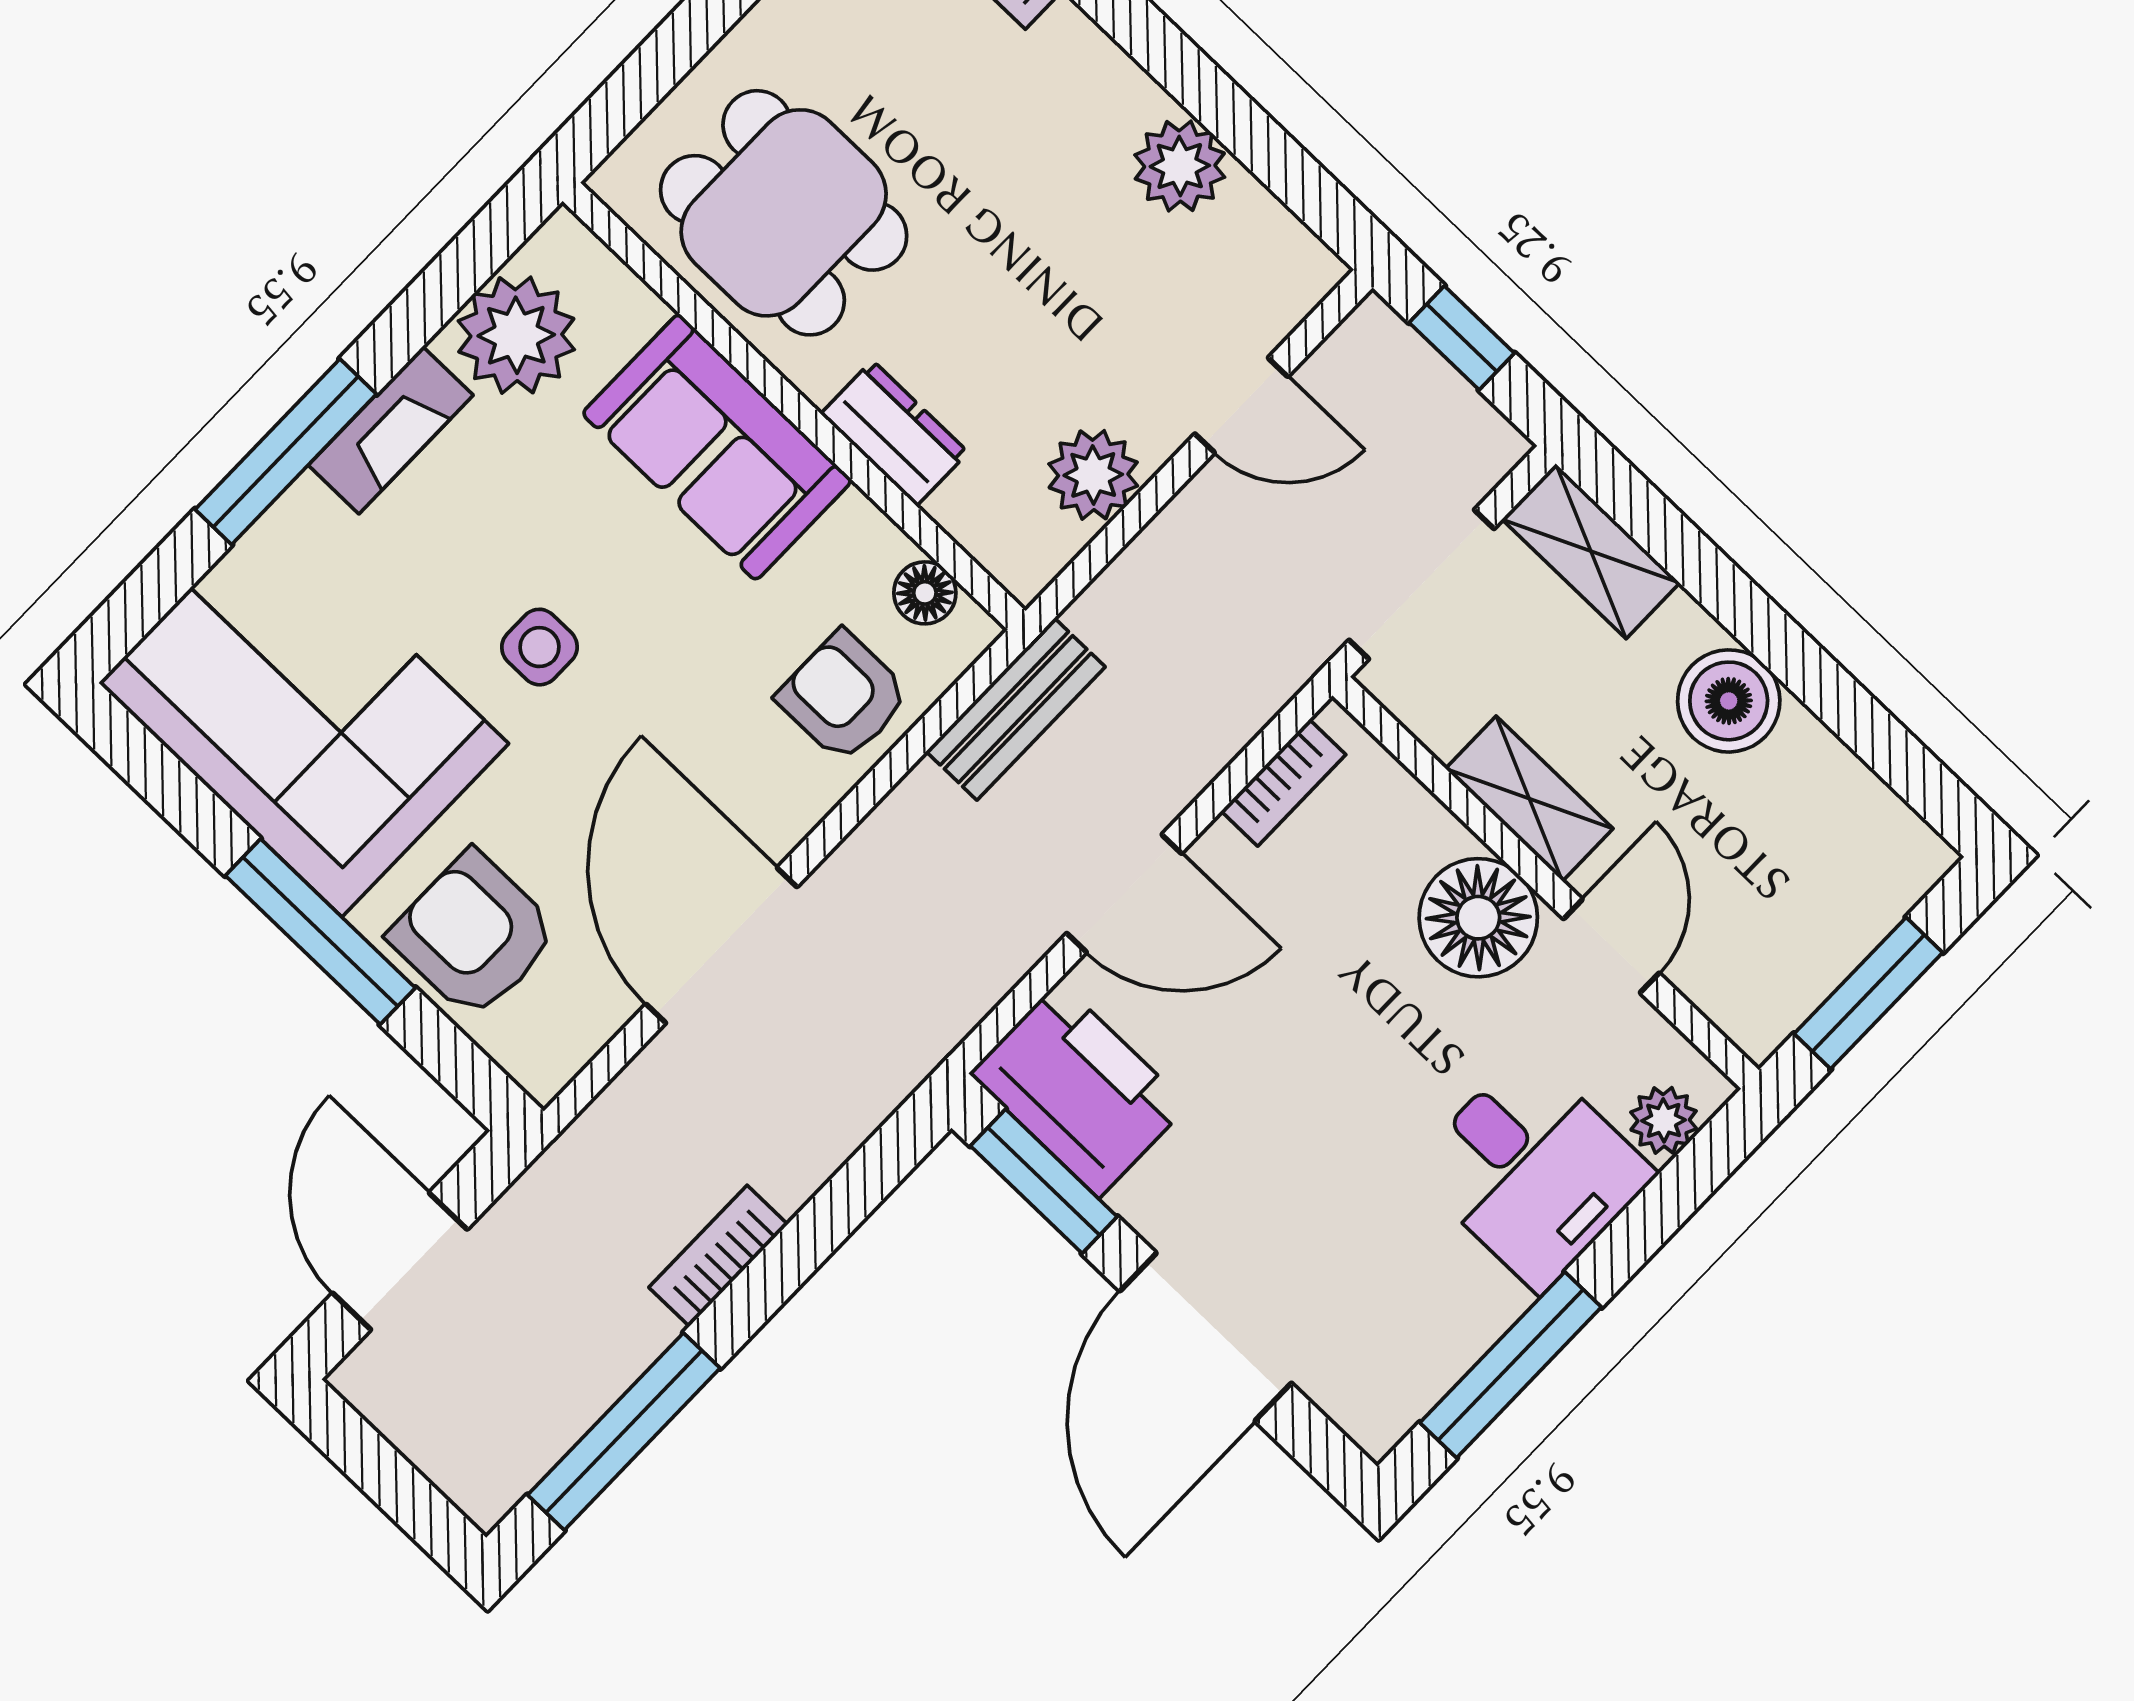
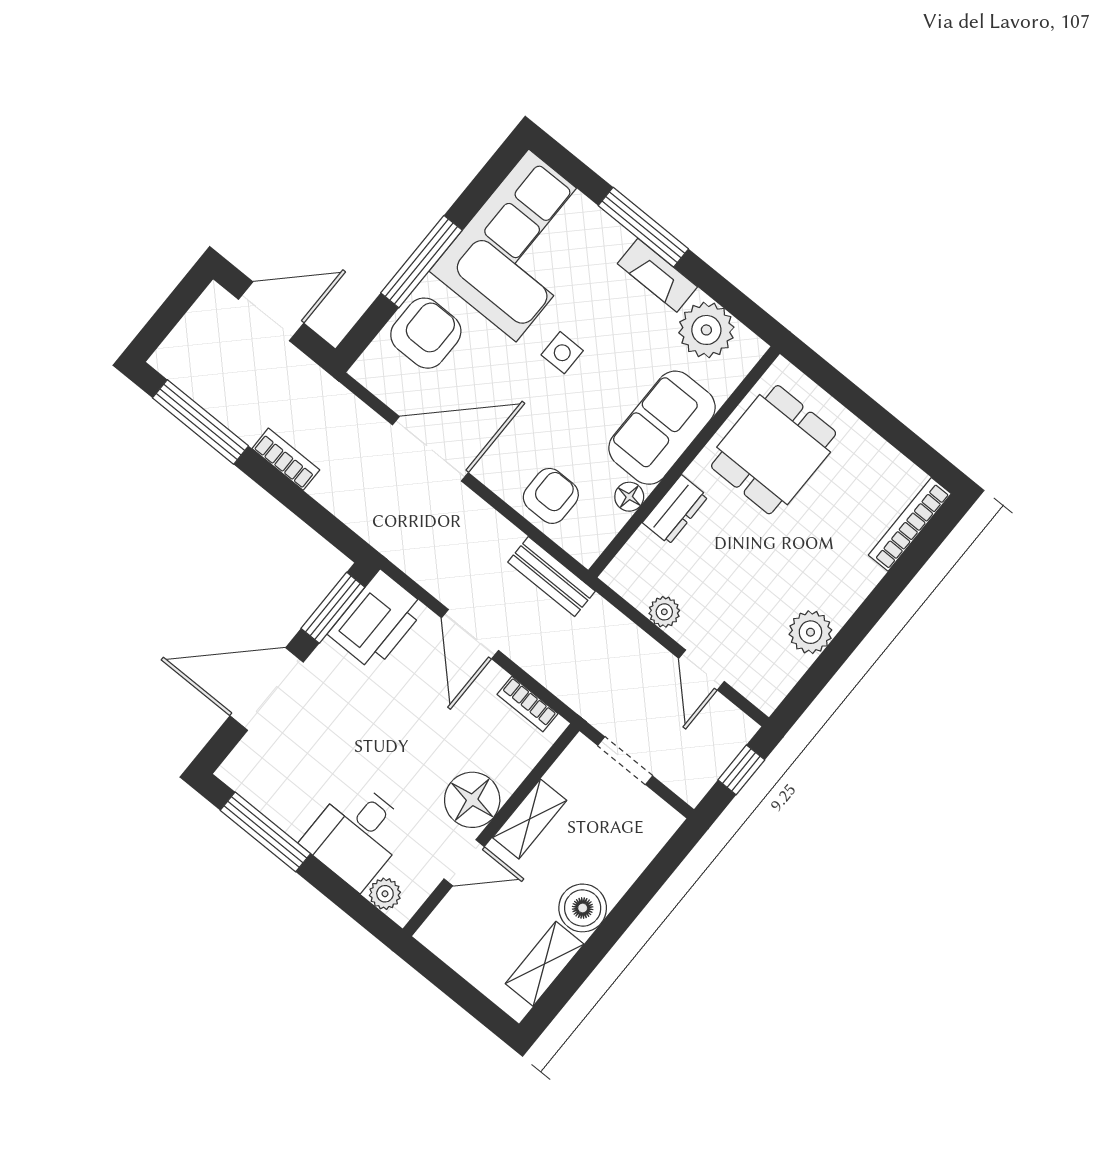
plant: (1093, 475) -> (664, 612), width x0.73, depth x0.73
shelving: (1591, 551) -> (545, 964), moved
doorway: (1422, 584) -> (625, 761), width x0.73
floor lamp: (925, 593) -> (629, 497), moved
window: (1868, 993) -> (452, 984), removed

